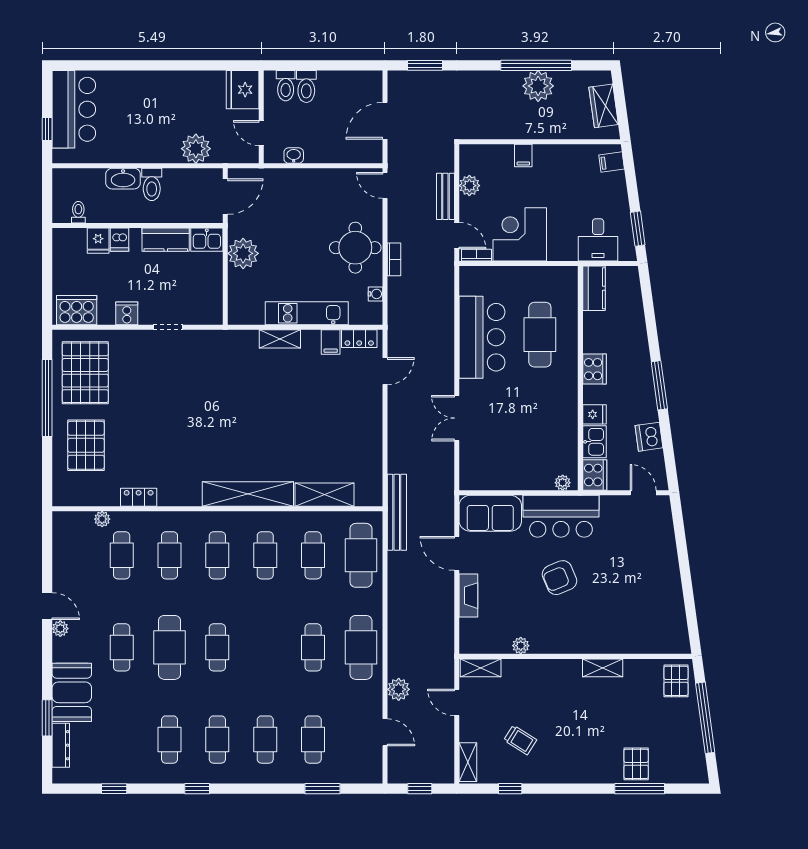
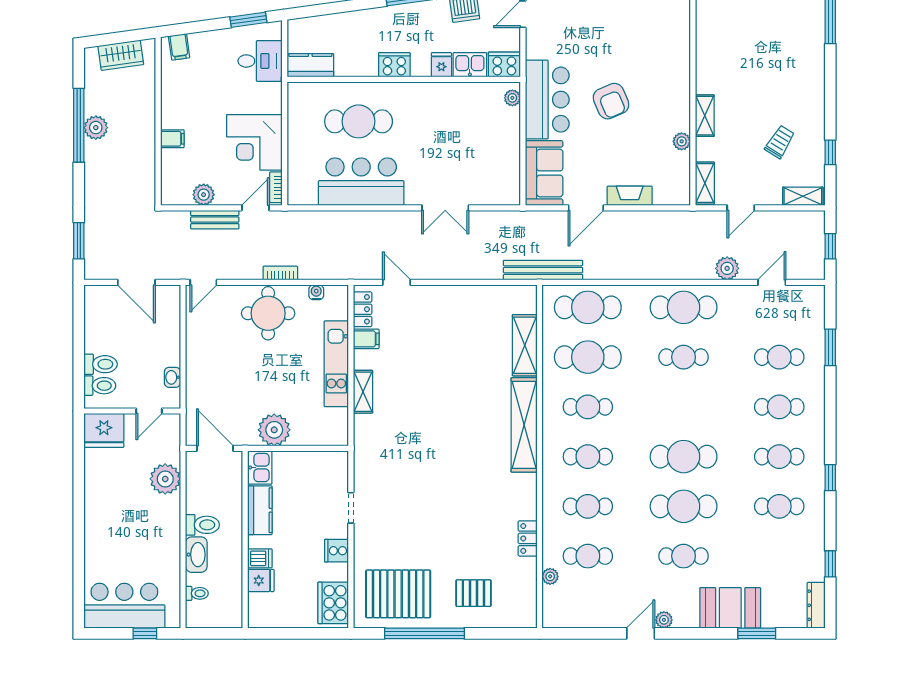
plant: (538, 86) -> (96, 128), width x0.73, depth x0.73
toilet: (78, 212) -> (197, 593), moved, turned 180
pallet: (86, 445) -> (473, 593), width x0.67, depth x0.71
cafe table: (313, 555) -> (588, 357), width x1.37, depth x1.35
cafe table: (217, 647) -> (684, 457), width x1.37, depth x1.35
shelving: (603, 668) -> (705, 116), moved
dresser: (61, 745) -> (816, 605), moved, turned -90
pallet: (636, 764) -> (805, 21), removed

